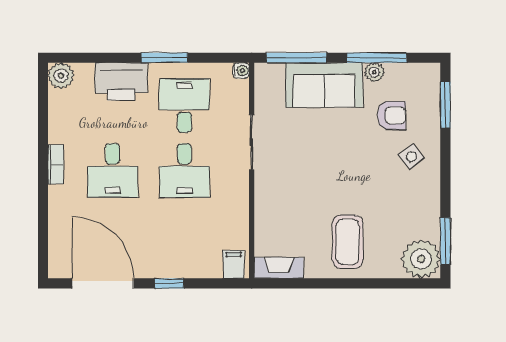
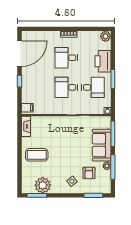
plant: (421, 259) -> (43, 185), moved

